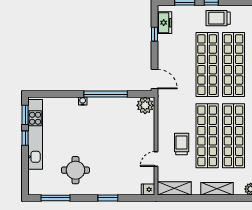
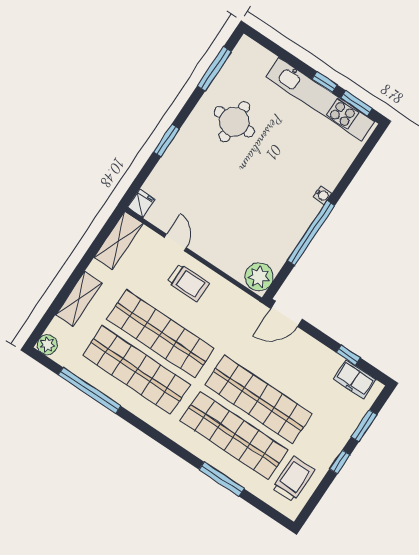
trolley: (218, 18) -> (293, 479), moved
trolley: (182, 144) -> (188, 283), moved

